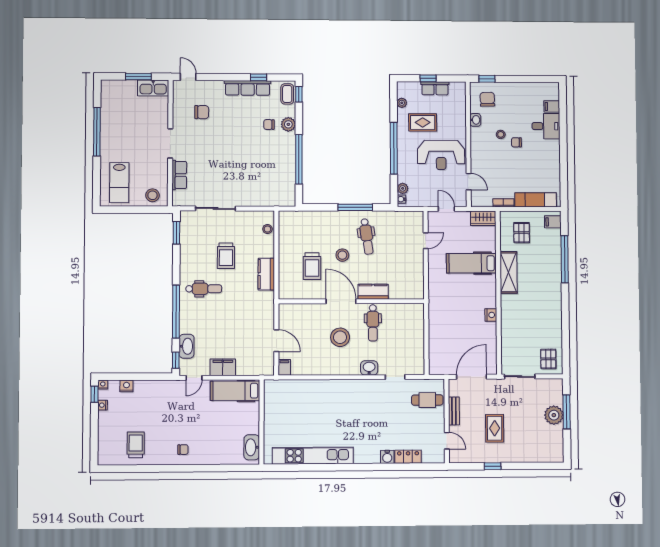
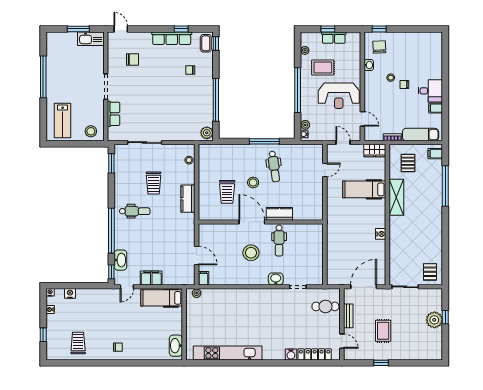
filing cabinet: (552, 106) -> (436, 108), moved
plant: (288, 124) -> (207, 133), moved
desk: (546, 126) -> (430, 91), moved
plant: (276, 385) -> (197, 293), added
window: (95, 394) -> (43, 335), moved
window: (567, 412) -> (445, 317), width x0.46
locker: (408, 457) -> (315, 354), width x1.53

